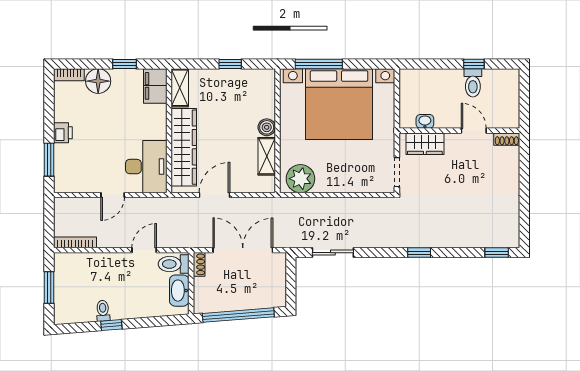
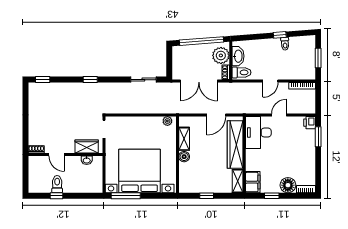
window: (319, 64) -> (126, 196), moved
printer: (63, 133) -> (310, 123), moved
plant: (300, 179) -> (167, 121), width x0.53, depth x0.53
door: (144, 250) -> (270, 81), moved
plant: (207, 292) -> (221, 55), added

